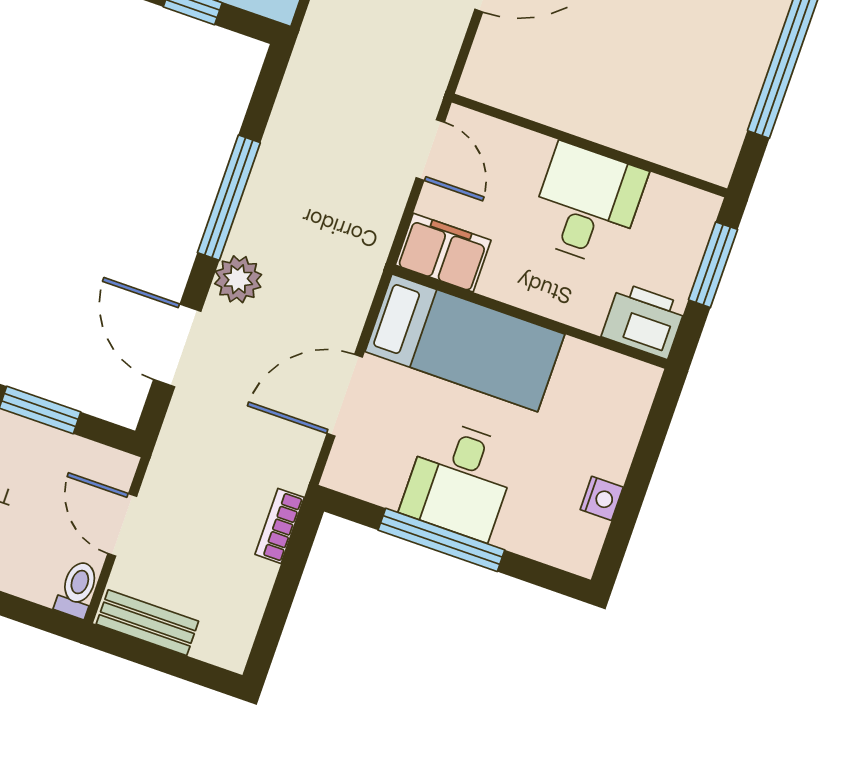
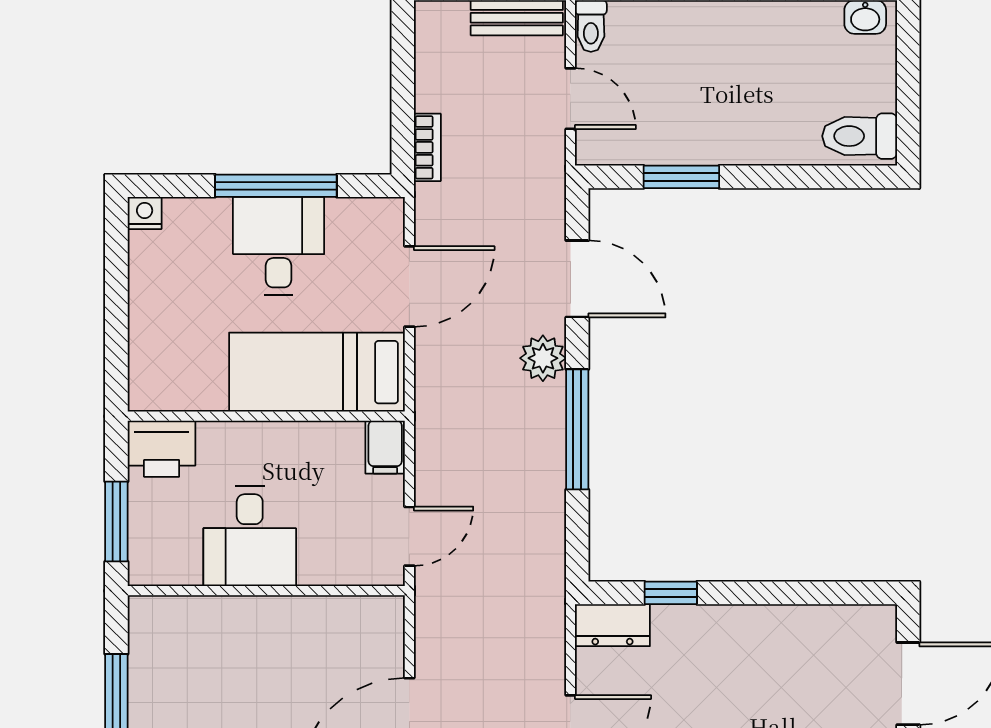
door: (430, 150) -> (409, 536), swing flipped
filing cabinet: (443, 253) -> (385, 447), width x0.50
nightstand: (602, 498) -> (145, 213), moved, turned 90

